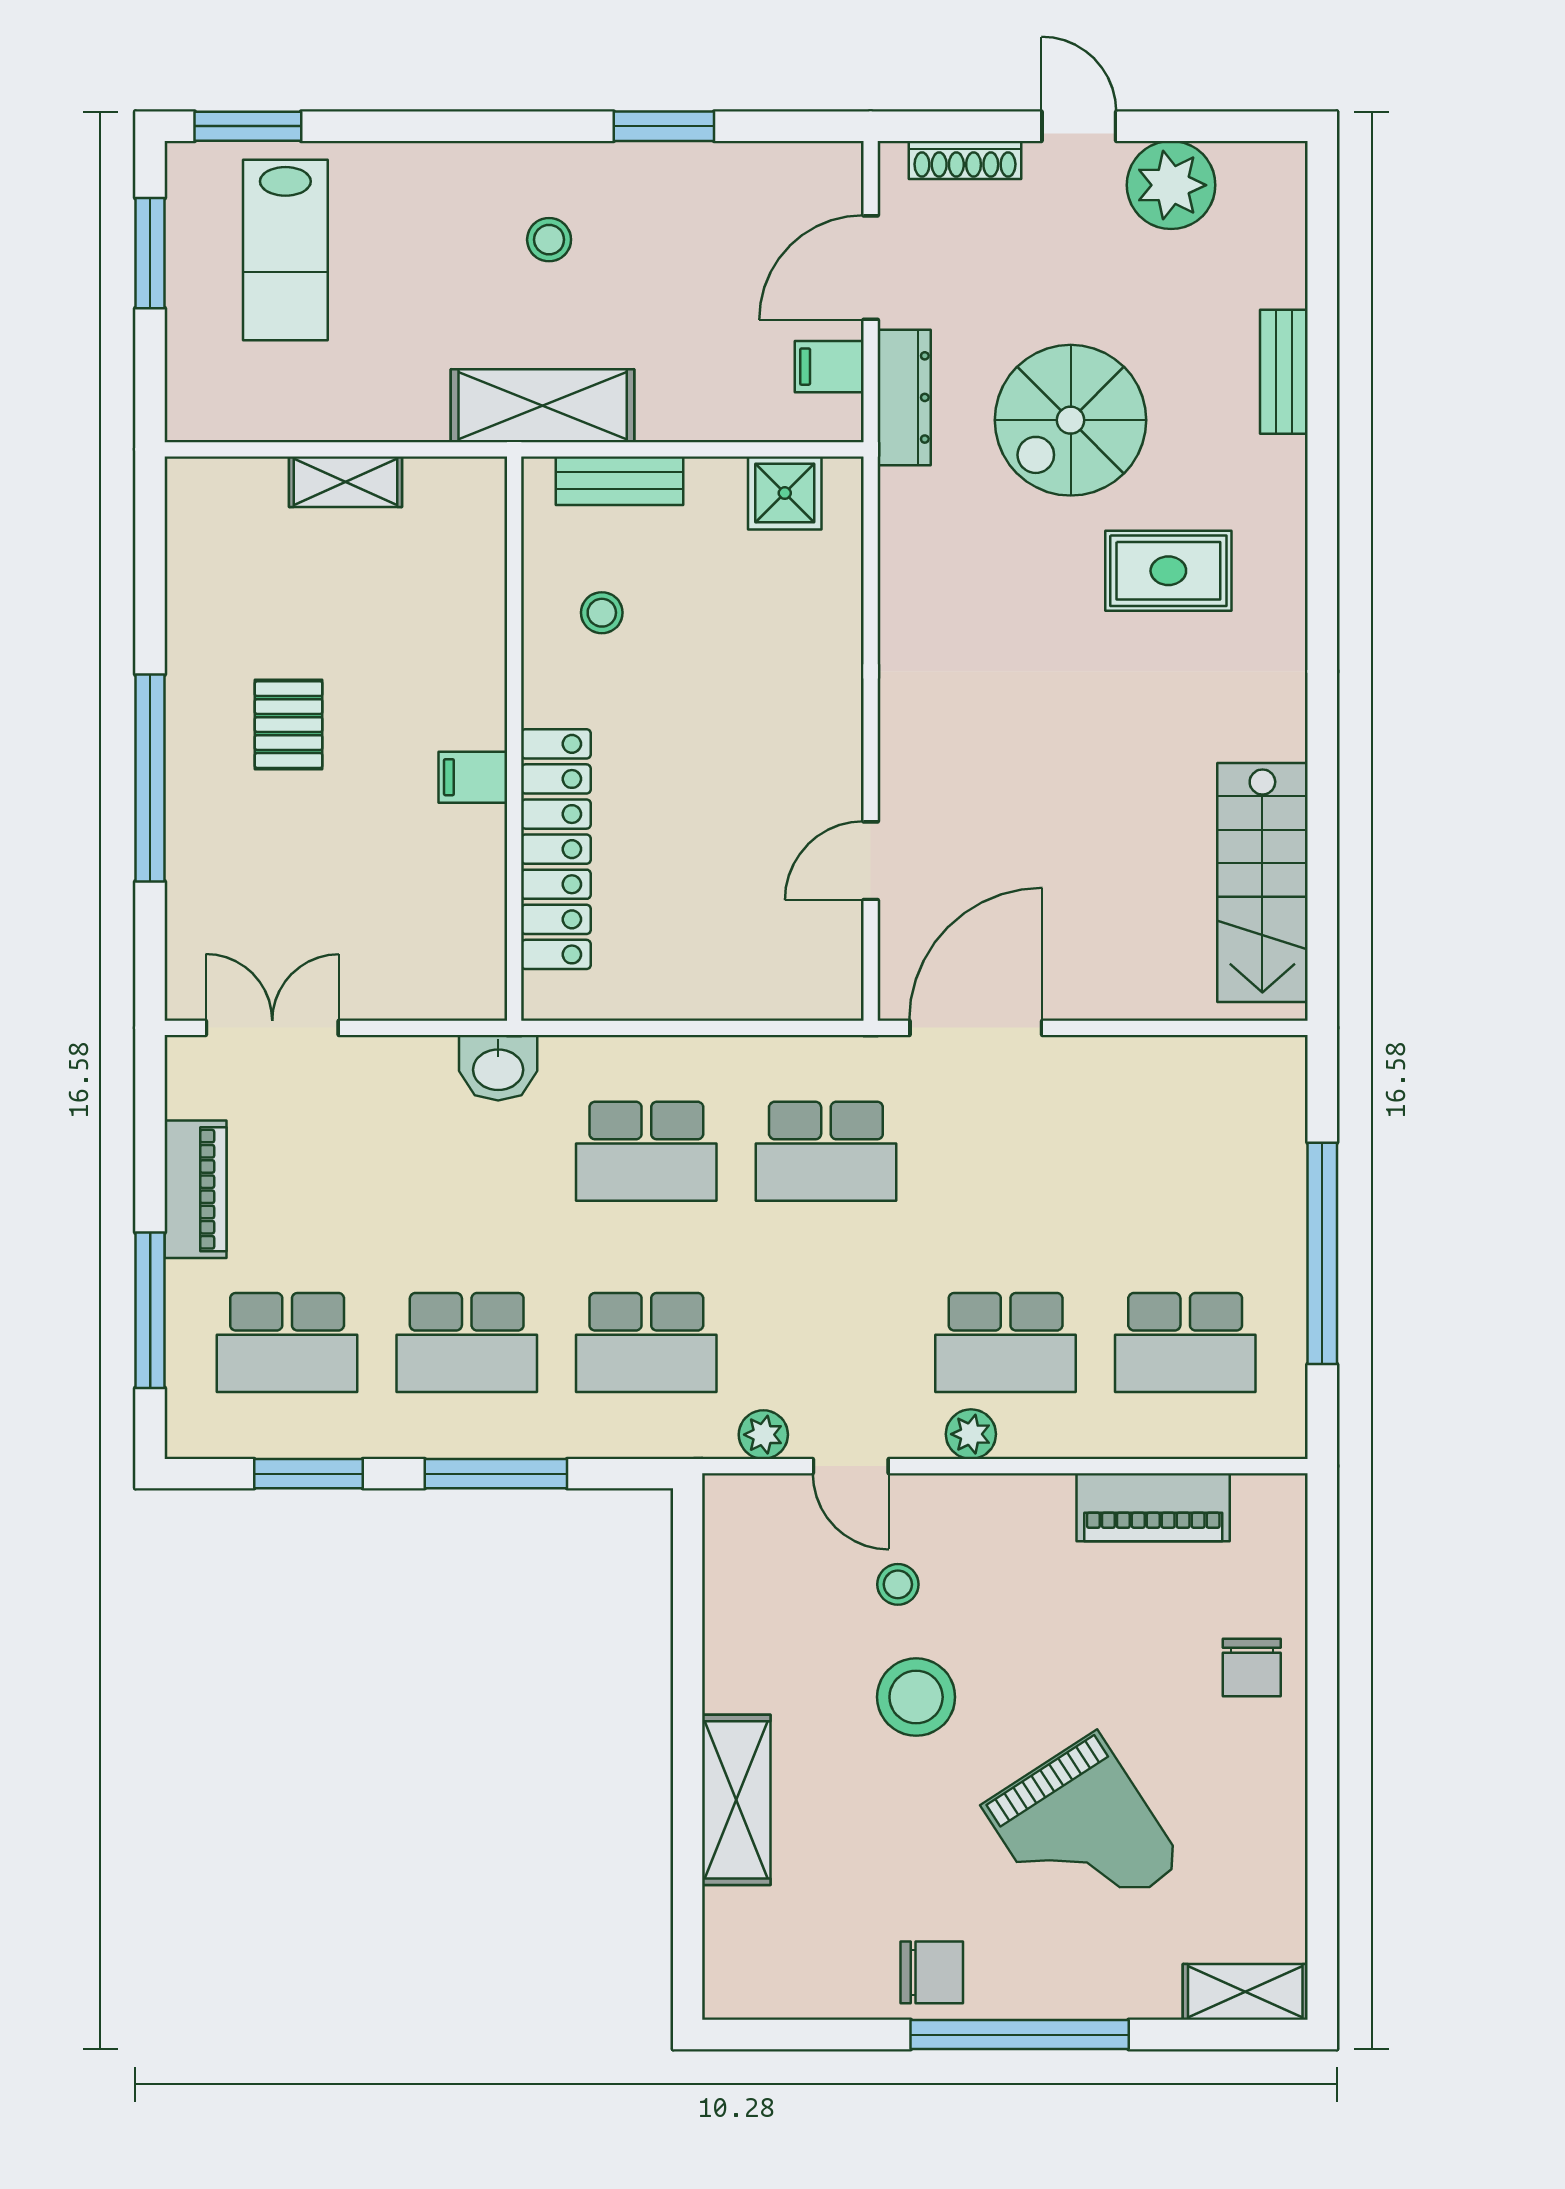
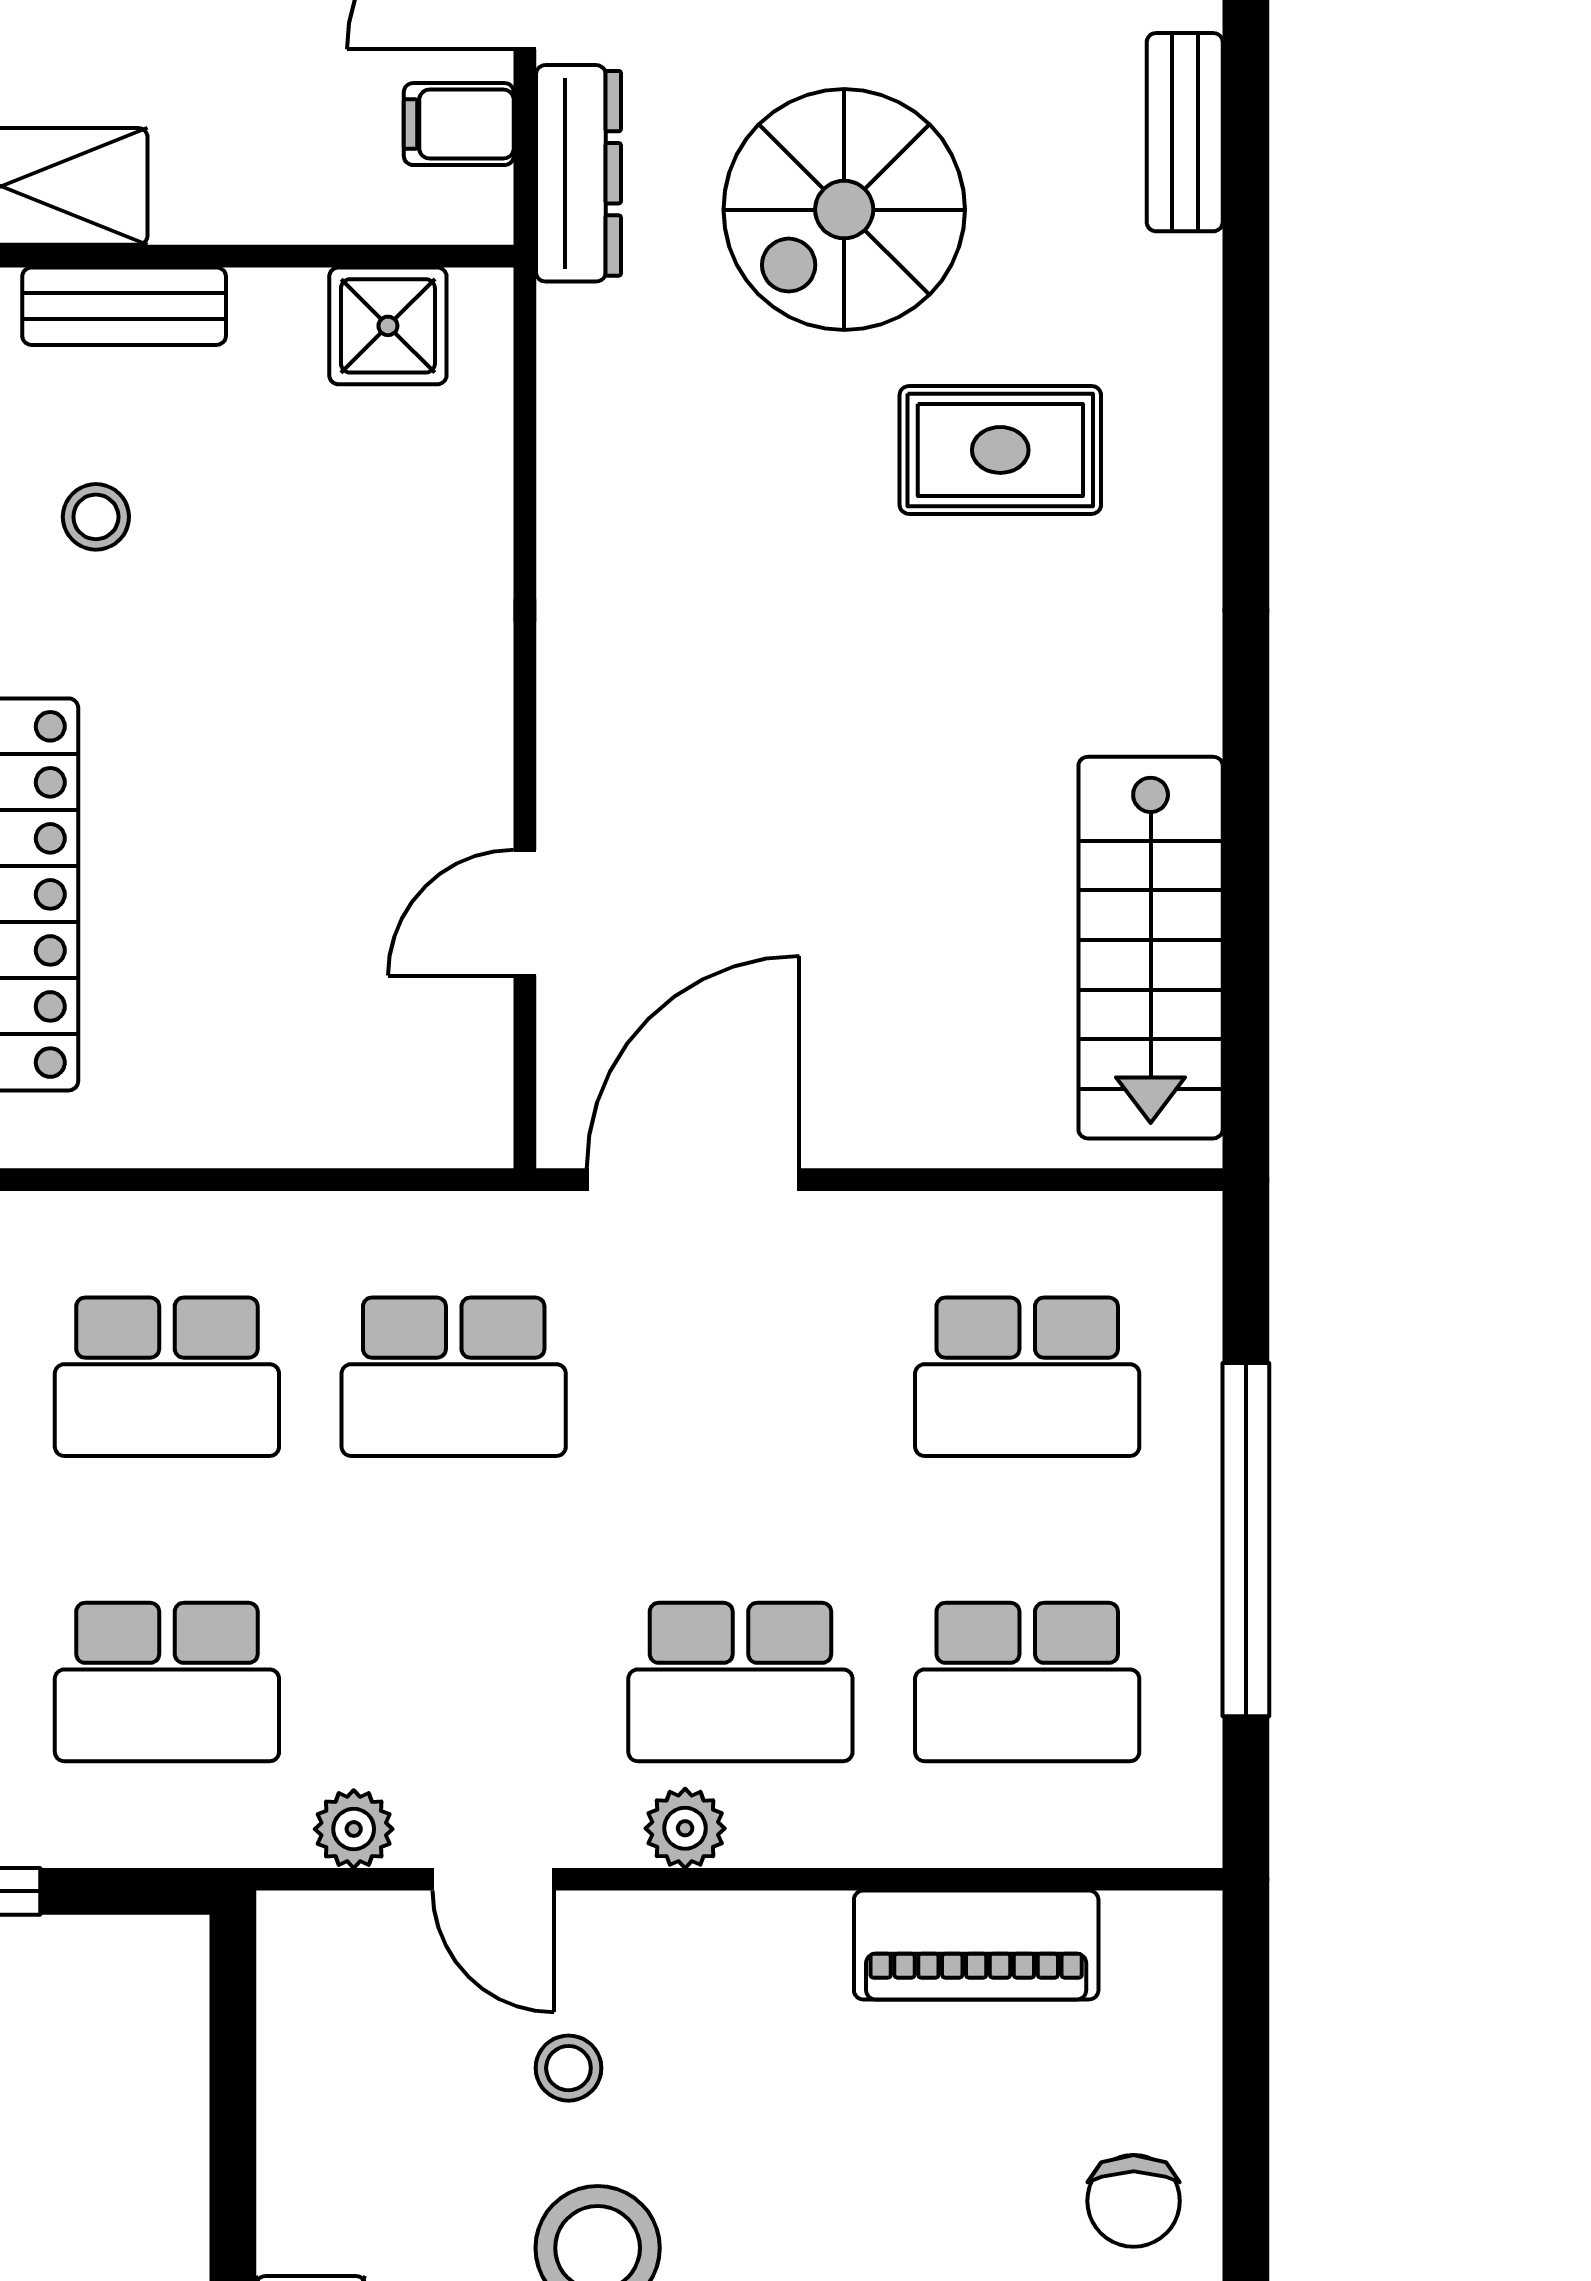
school desk: (1185, 1151) -> (1027, 1377), added

